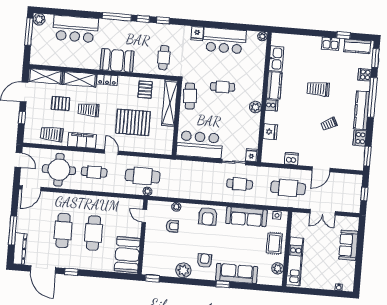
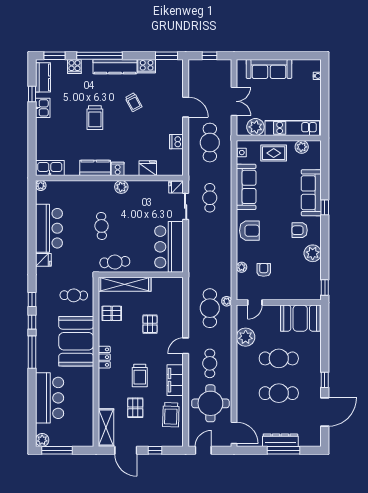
kitchen sink: (276, 59) -> (50, 168), moved
booth: (117, 60) -> (76, 341), width x1.36, depth x1.42
shelving: (79, 79) -> (106, 389), removed
pallet: (133, 122) -> (150, 324), width x0.49, depth x0.50
plant: (115, 205) -> (246, 337), added
plant: (298, 229) -> (255, 127), added
sofa: (348, 245) -> (269, 69), width x1.36
dresser: (20, 249) -> (280, 440), moved

